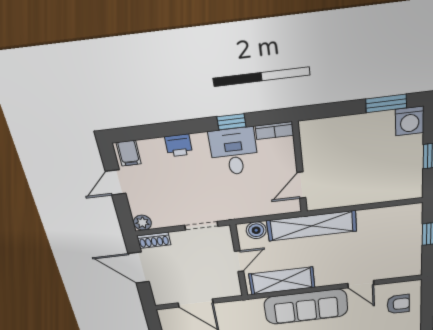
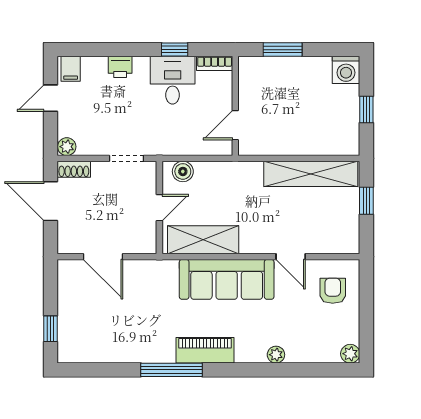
window: (386, 103) -> (283, 50), moved
shelving: (312, 226) -> (311, 174), moved
armchair: (398, 304) -> (333, 291), turned -90

